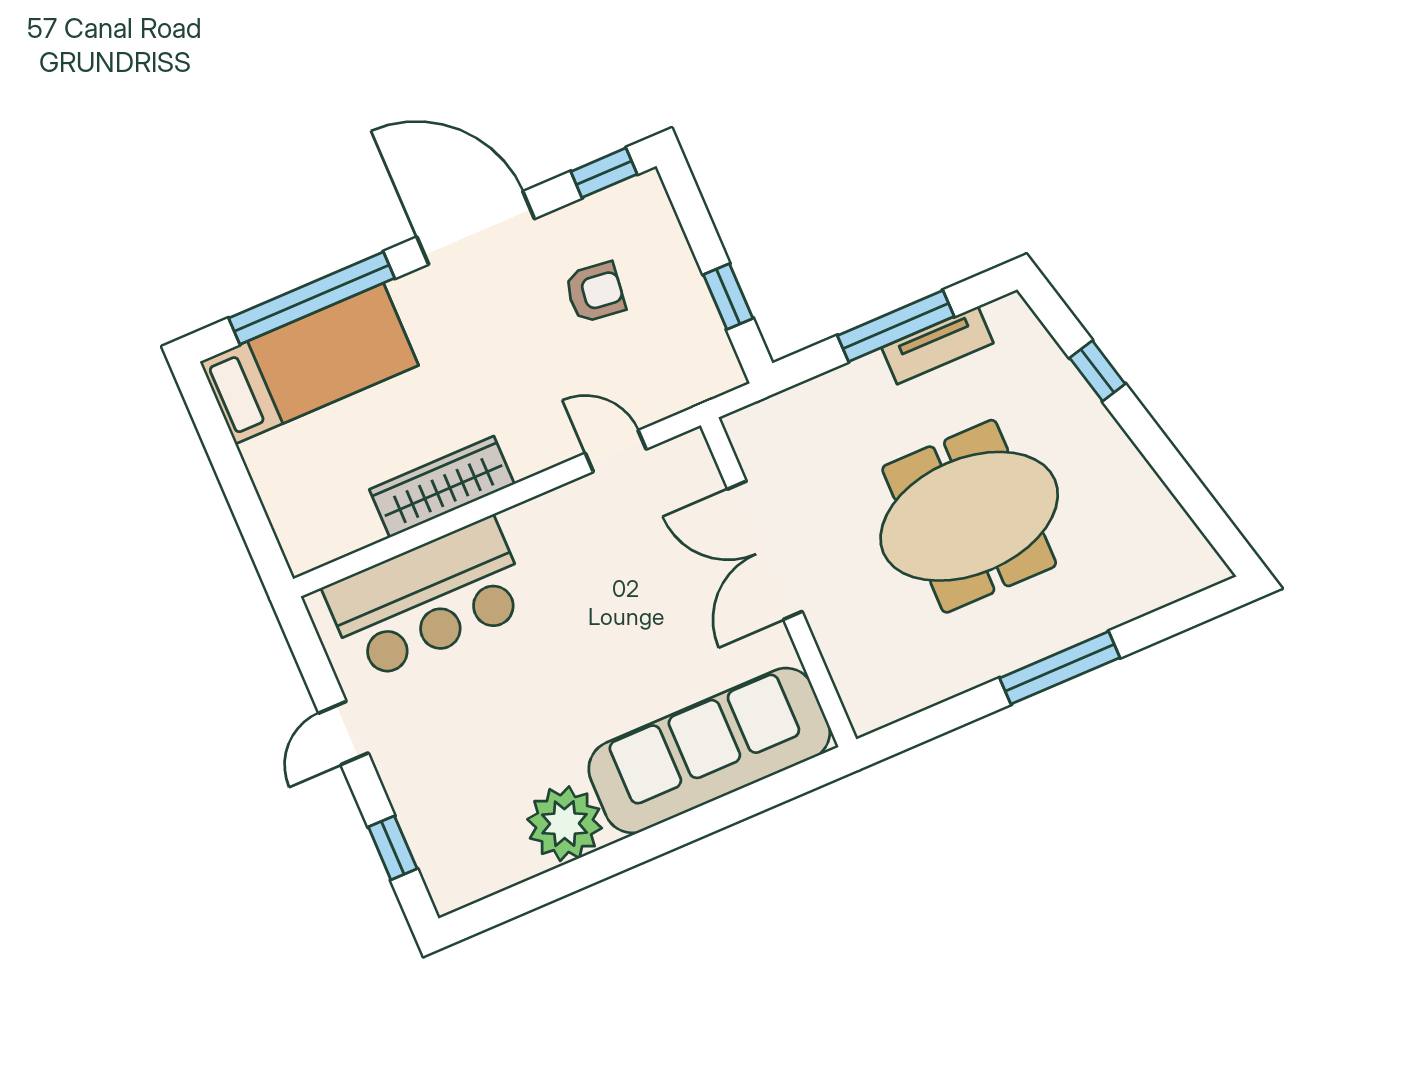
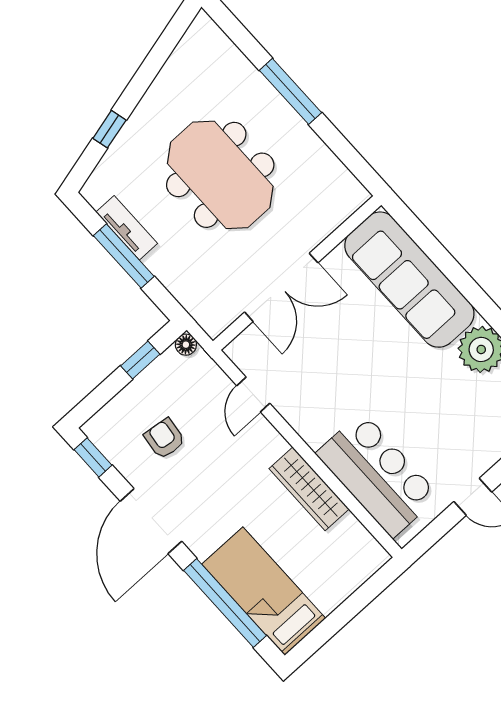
floor lamp: (727, 374) -> (186, 345), added

